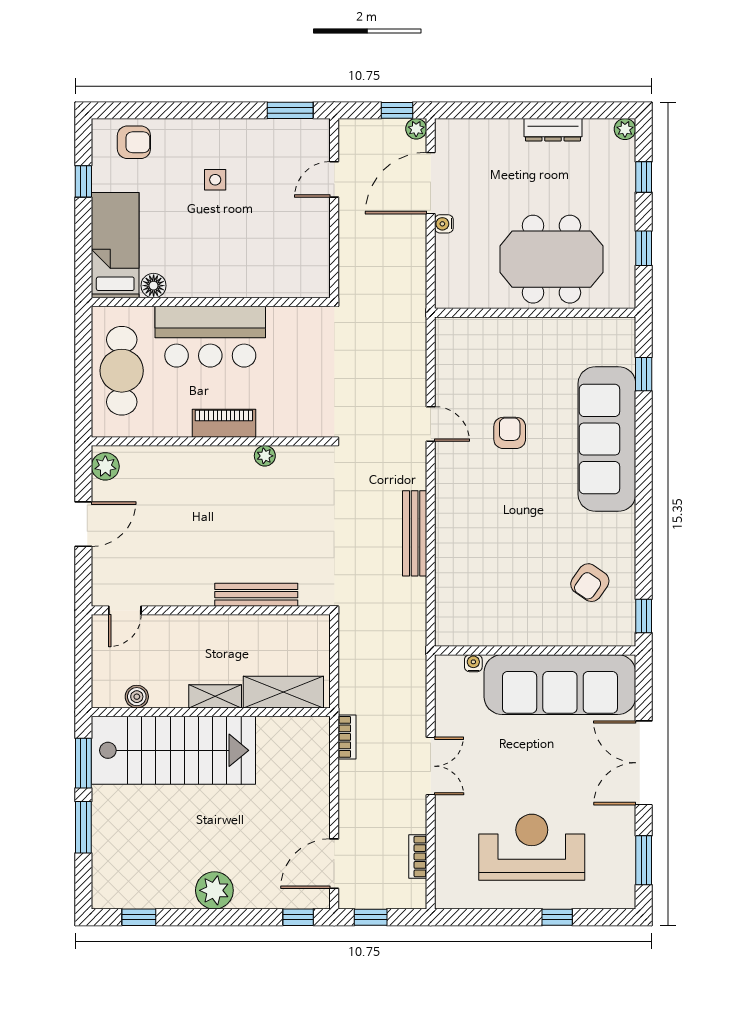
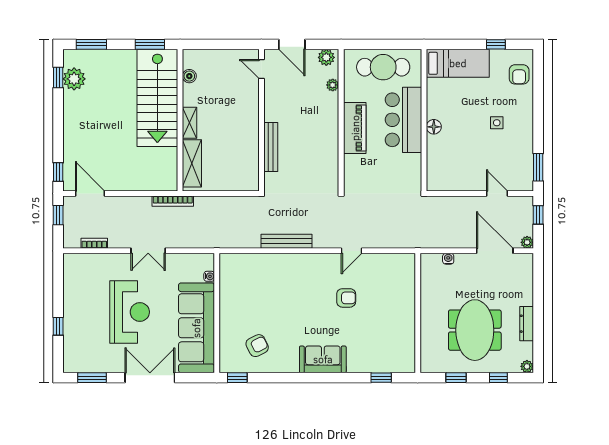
window: (397, 110) -> (538, 215), moved
water cooler: (444, 224) -> (448, 259), moved
meeting table: (551, 259) -> (475, 330), moved
floor lamp: (154, 286) -> (434, 127), moved
piano: (224, 423) -> (355, 128), width x1.37, depth x1.33
sofa: (607, 439) -> (323, 359), width x0.54, depth x0.79
plant: (265, 456) -> (333, 85), moved
armchair: (590, 583) -> (257, 346), turned 118
bench: (256, 595) -> (271, 147), moved
door: (125, 610) -> (261, 69), moved
wall: (211, 610) -> (261, 120), moved
bookcase: (347, 737) -> (173, 201), width x1.56
window: (83, 827) -> (91, 44), moved
reception desk: (532, 847) -> (130, 312), moved
plant: (214, 890) -> (74, 79), moved

